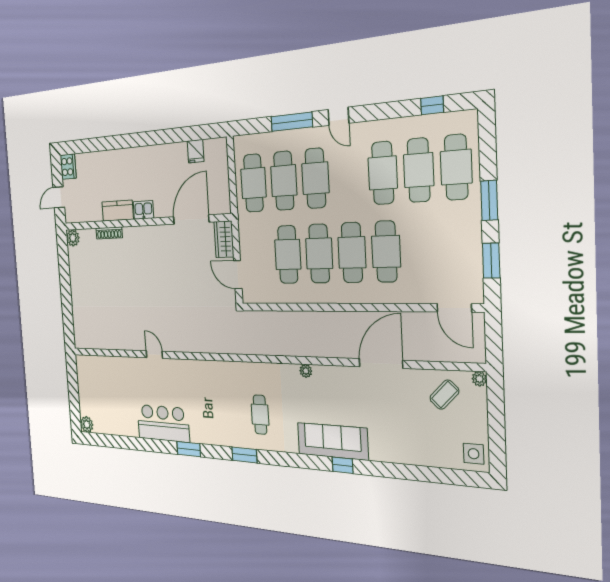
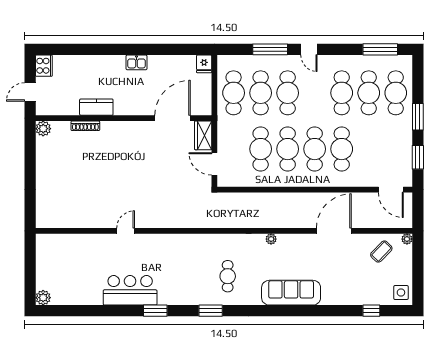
window: (432, 105) -> (380, 49), width x2.17
fridge: (196, 151) -> (204, 64), moved
kitchen sink: (143, 210) -> (137, 62), moved, turned 180
door: (154, 355) -> (126, 231), hinge flipped
window: (343, 465) -> (371, 311), moved

